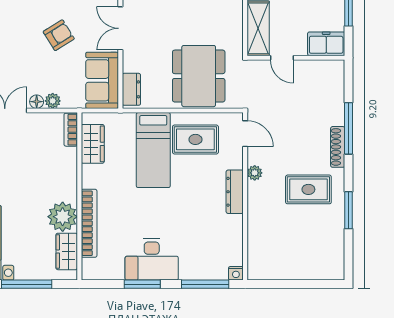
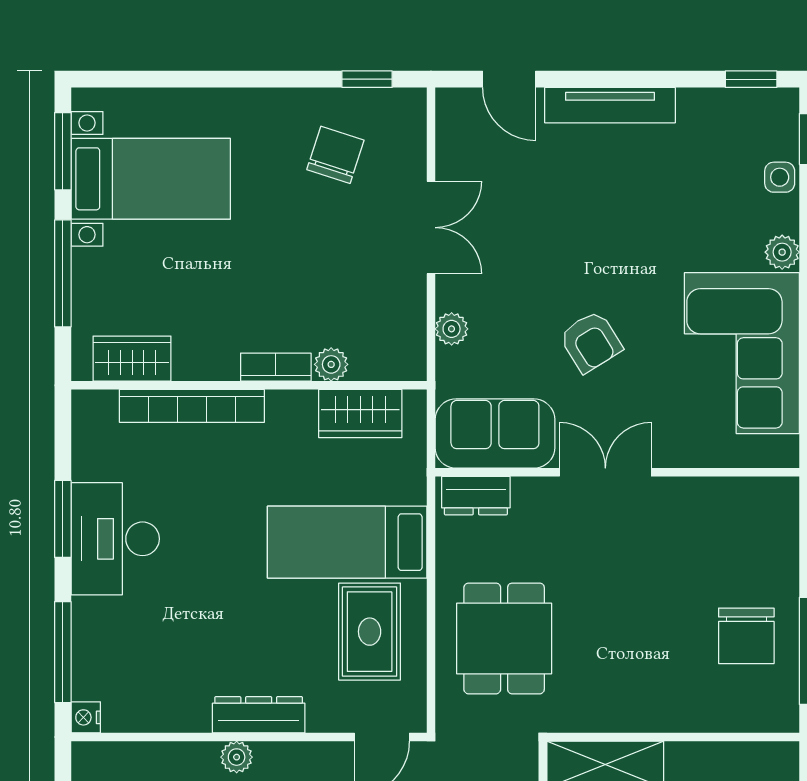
dining table: (199, 76) -> (504, 638), width x0.73
floor lamp: (37, 102) -> (450, 295), removed
bookcase: (71, 130) -> (276, 367), moved
plant: (255, 173) -> (237, 757), moved
plant: (63, 217) -> (331, 364), moved, width x0.53, depth x0.53

